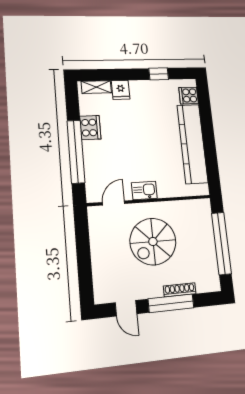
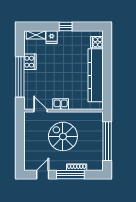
window: (159, 74) -> (66, 27), moved
door: (114, 203) -> (41, 111), hinge flipped
spiral stairs: (153, 242) -> (63, 136), turned 90
door: (126, 308) -> (43, 175), swing flipped

